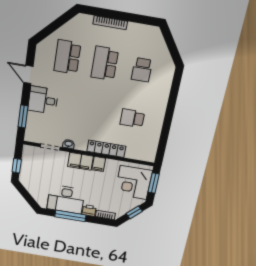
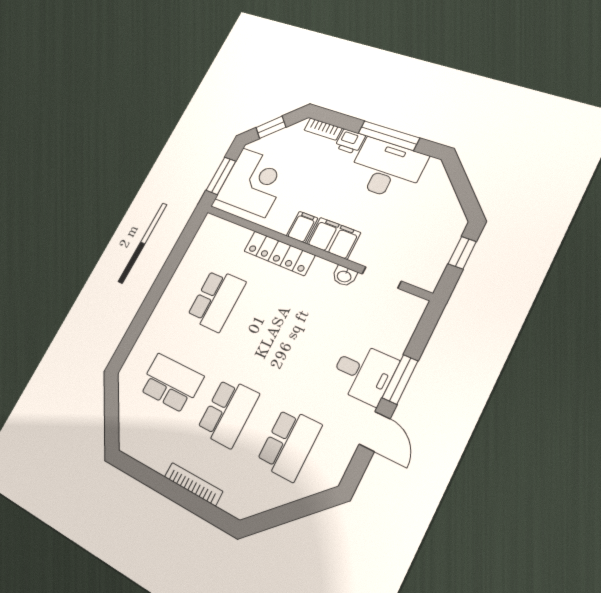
school desk: (142, 70) -> (171, 383), width x1.85
window: (23, 116) -> (400, 379), moved
school desk: (132, 118) -> (216, 300), width x1.85

